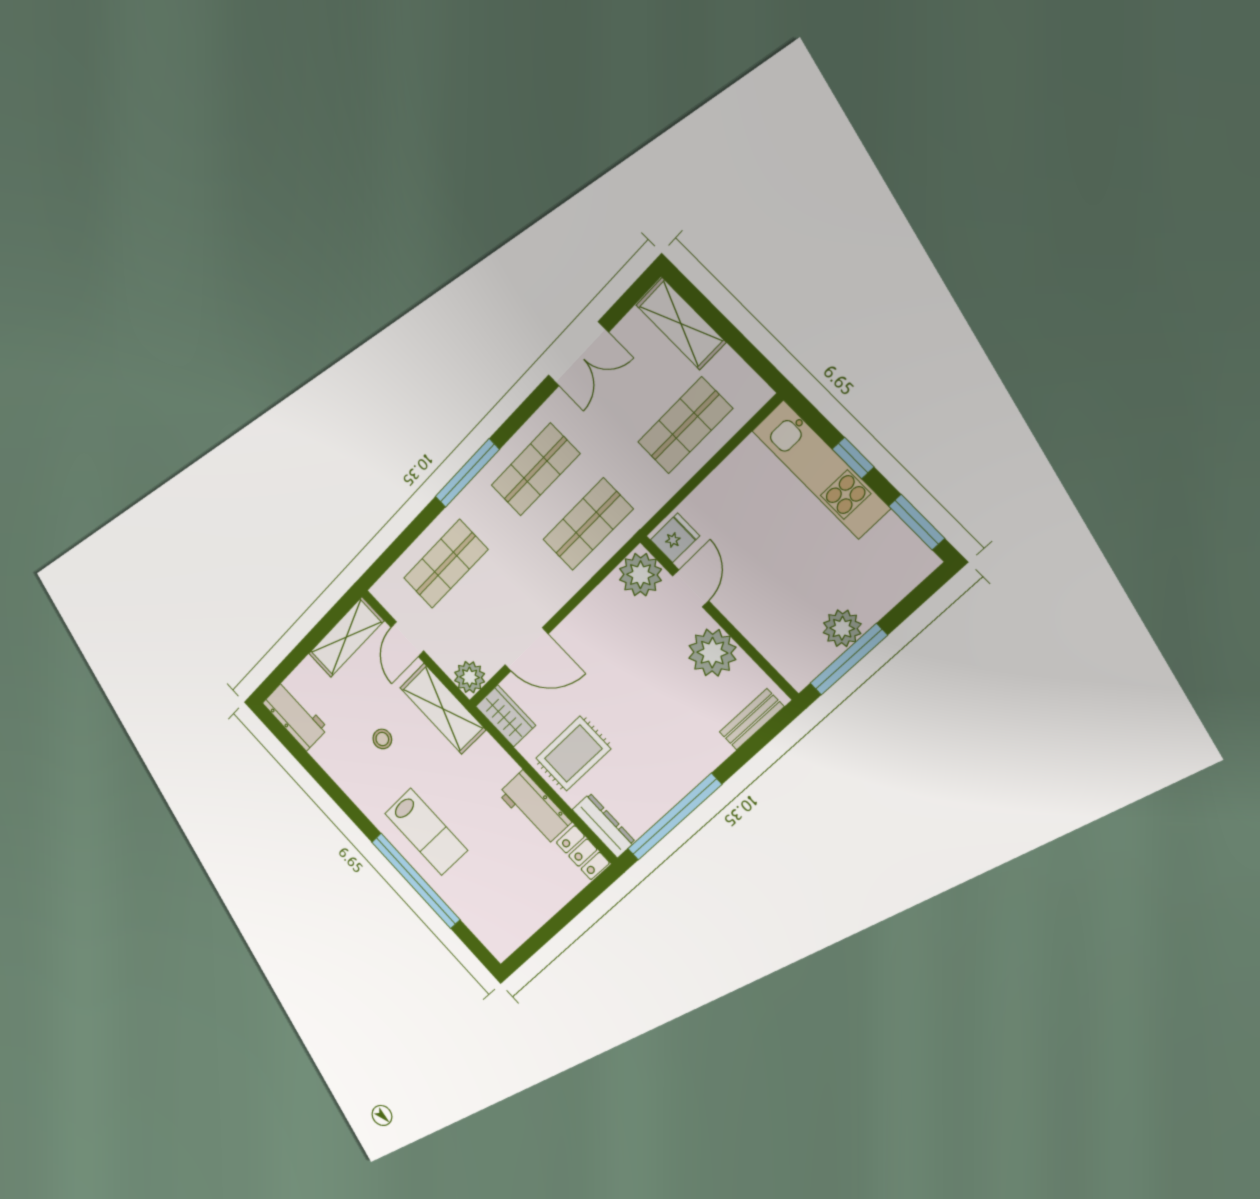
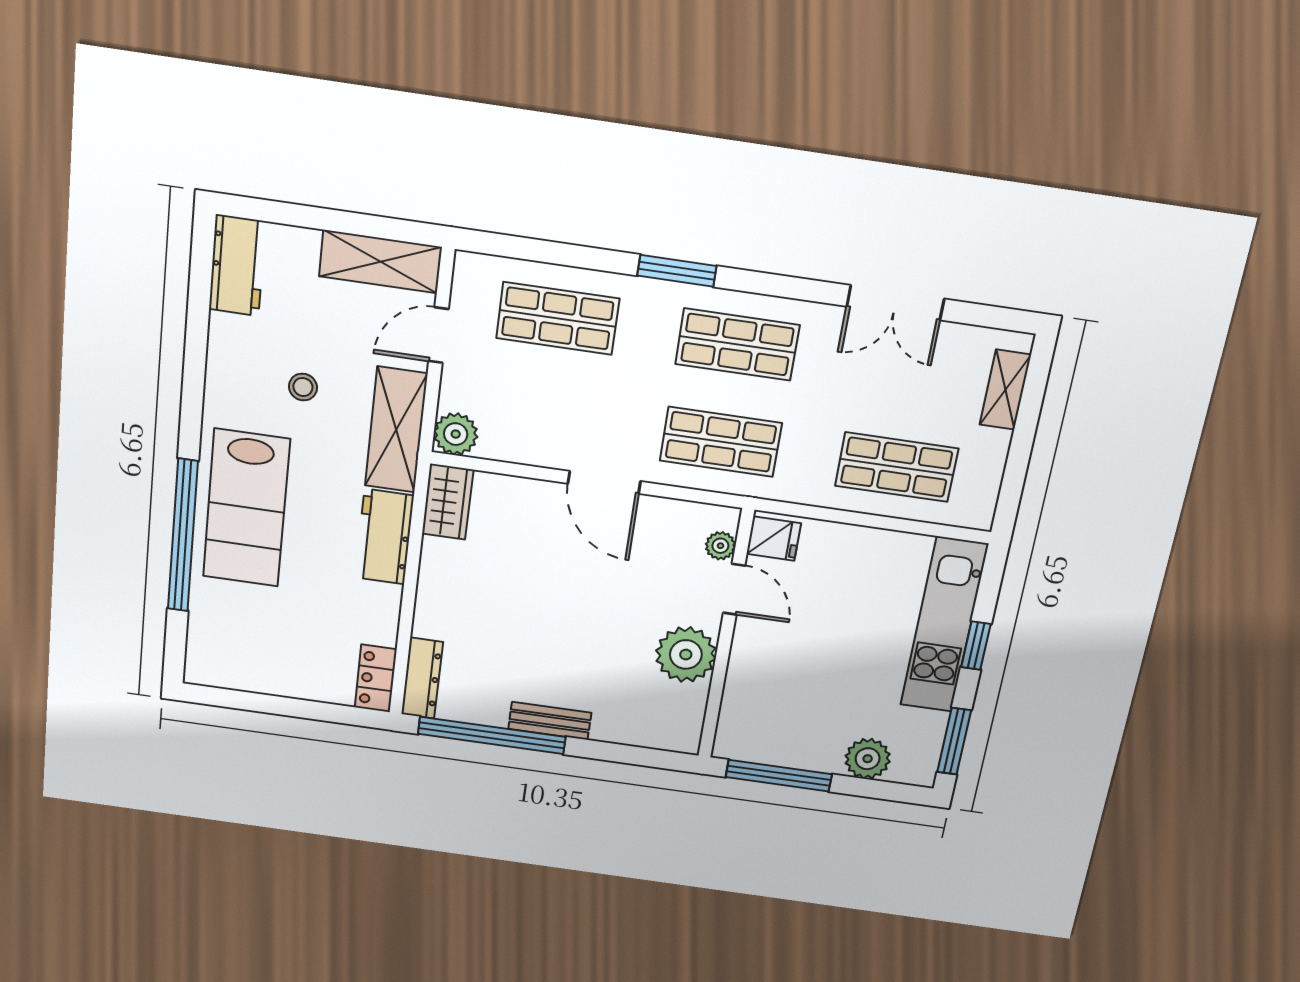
shelving: (681, 324) -> (1005, 390), width x0.67, depth x0.75
window: (467, 473) -> (677, 271), width x0.69
plant: (640, 575) -> (720, 546), width x0.53, depth x0.53
door: (691, 588) -> (734, 589), hinge flipped
plant: (842, 628) -> (868, 759), moved
door: (526, 649) -> (604, 482), moved
bench: (752, 719) -> (550, 721), moved
rug: (573, 754) -> (469, 597), removed
workbench: (535, 808) -> (385, 537), moved
lab bench: (426, 832) -> (246, 508), width x1.36, depth x1.39

